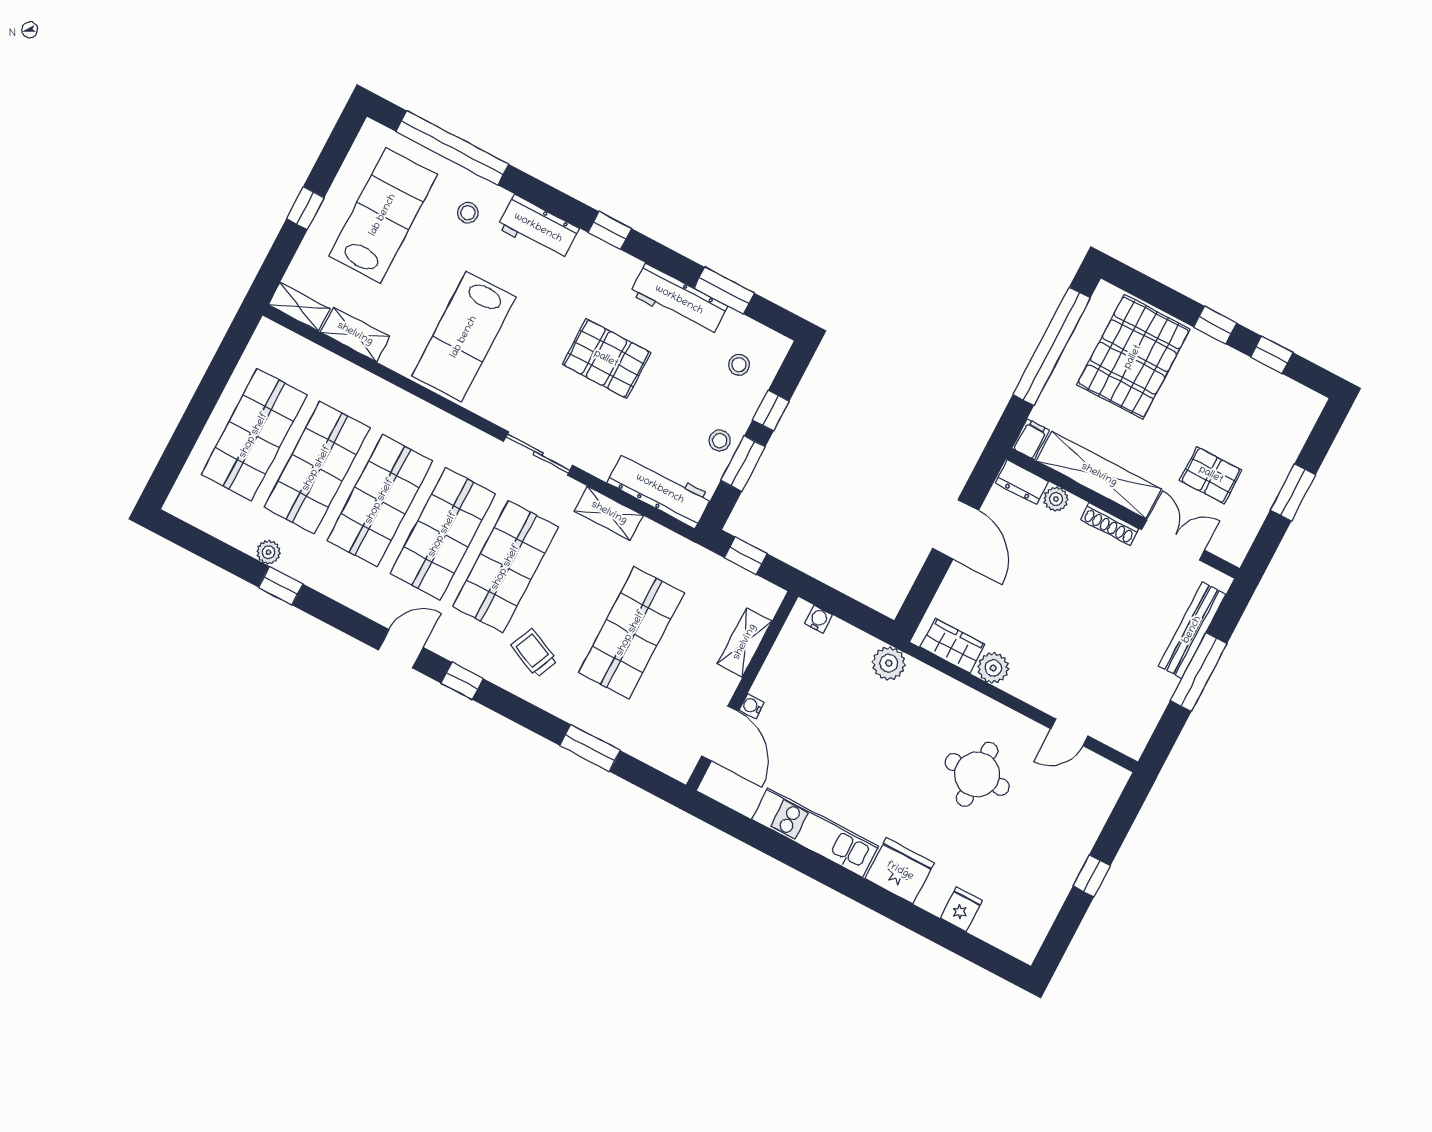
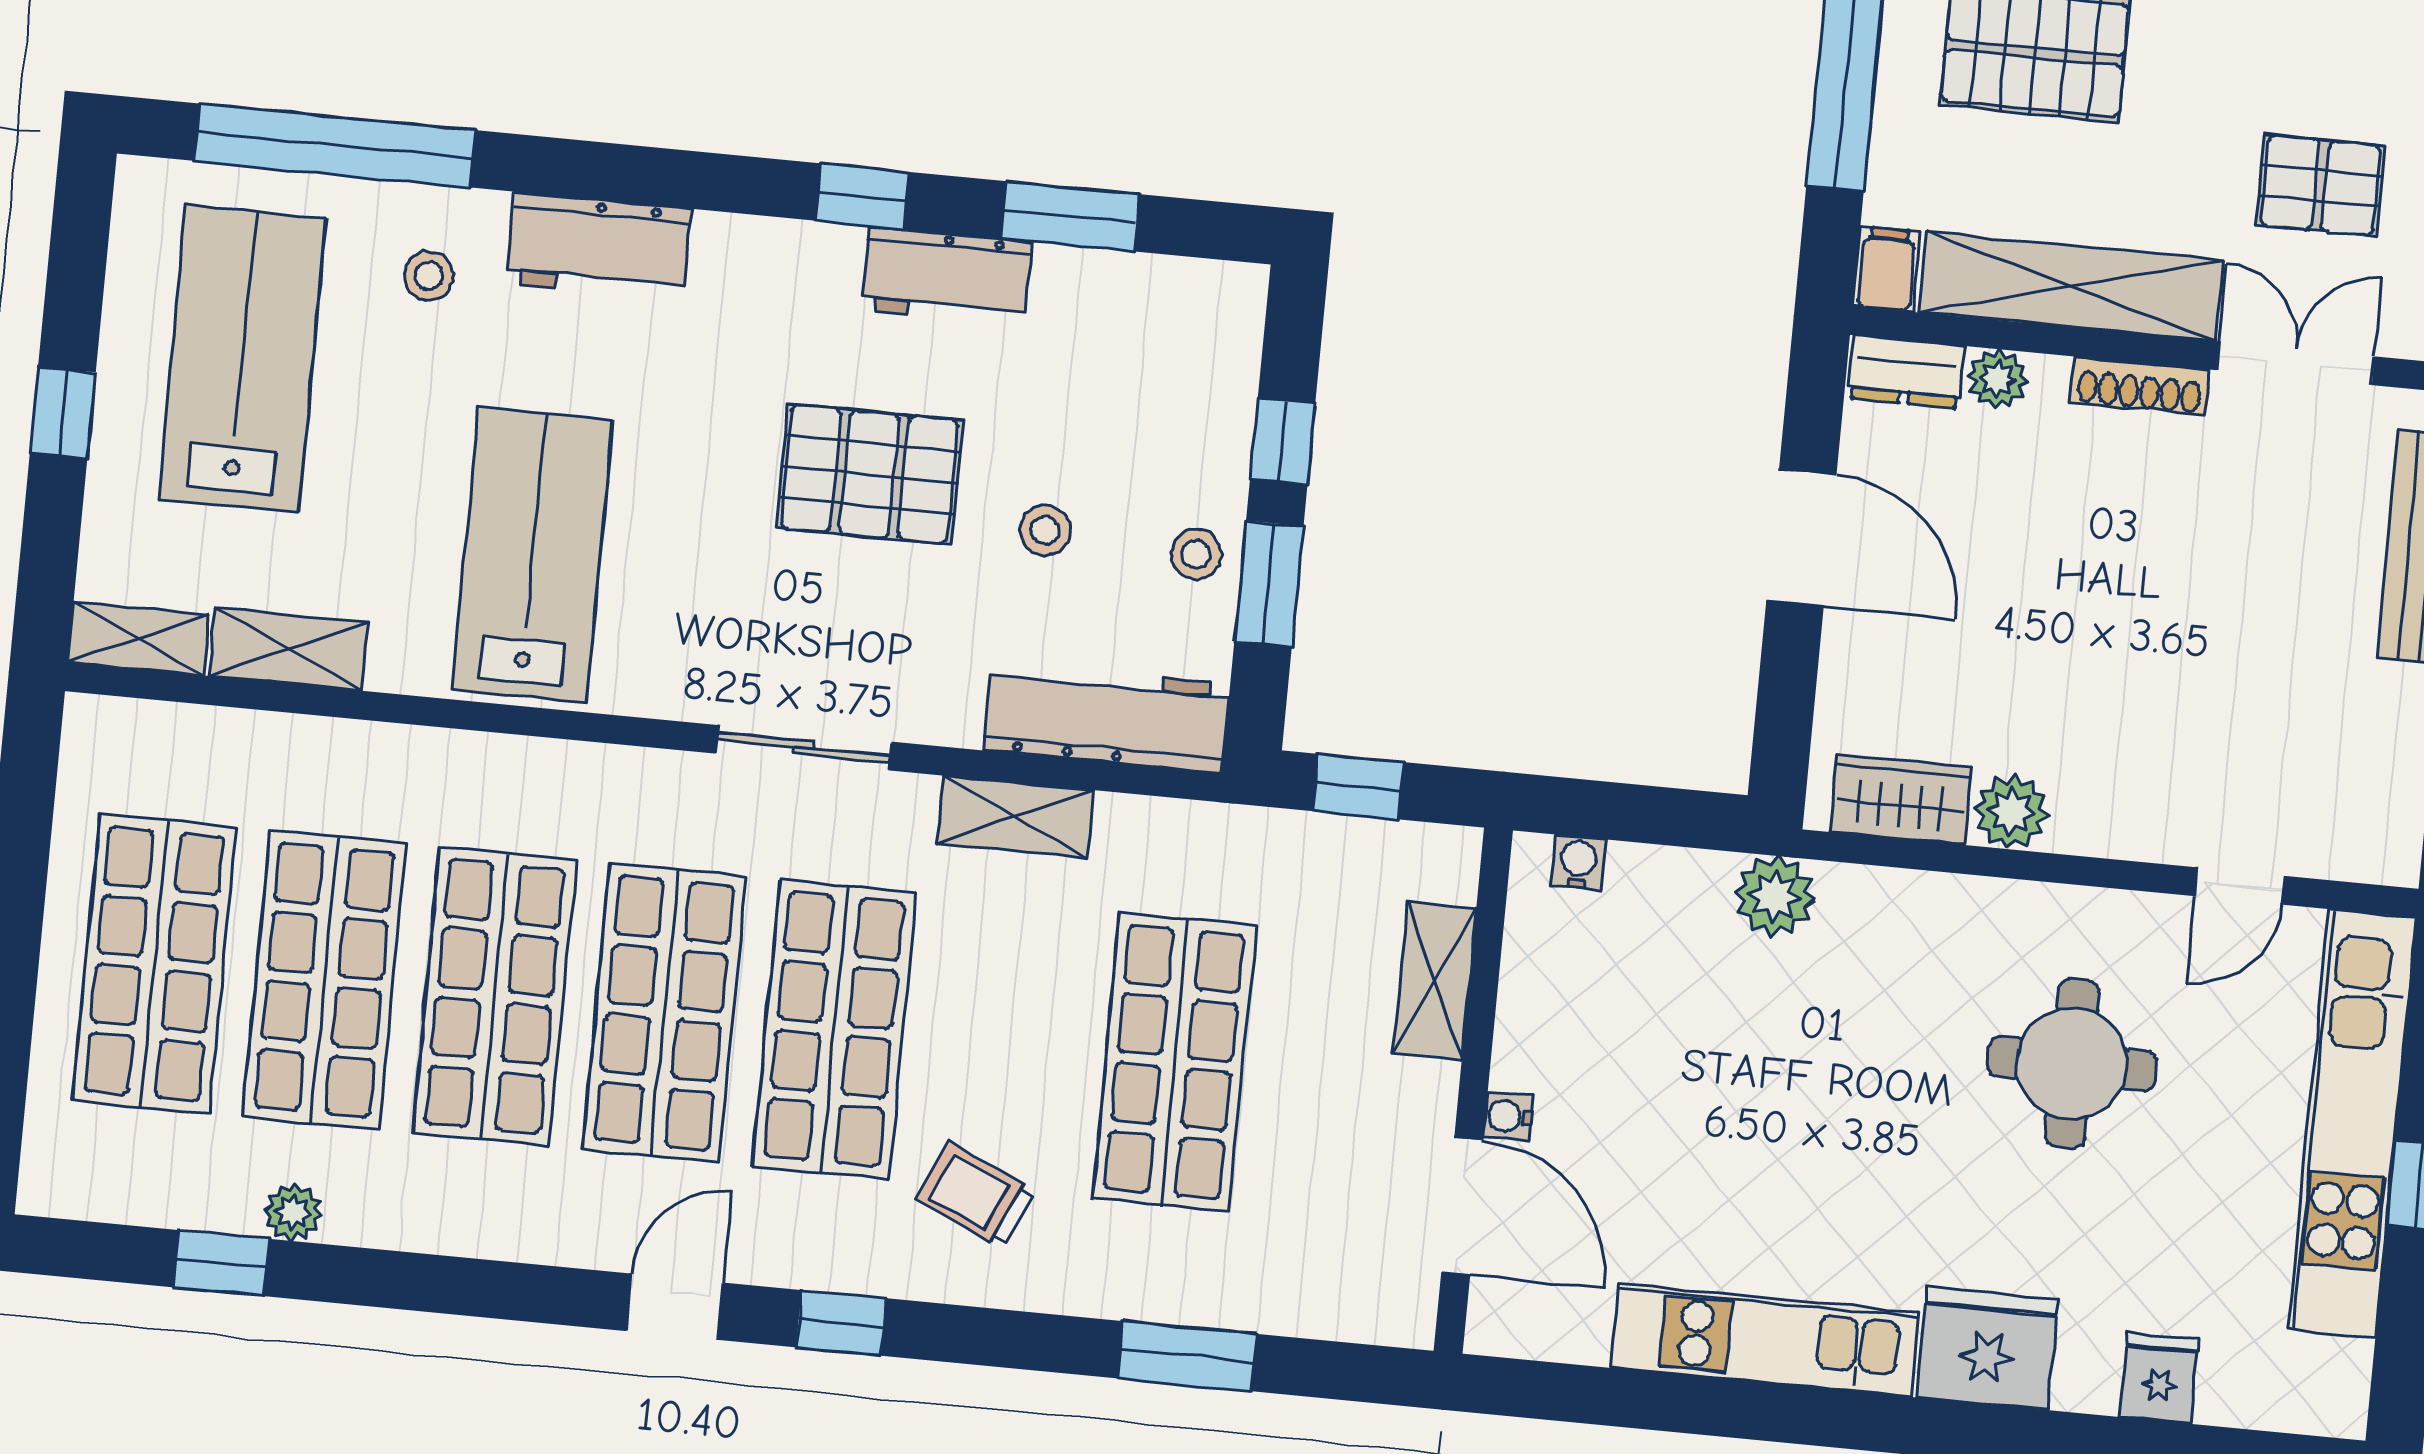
window: (610, 231) -> (862, 196), moved
workbench: (679, 300) -> (946, 276), width x0.73
lab bench: (464, 337) -> (532, 555), turned 180
stool: (739, 365) -> (1045, 530), moved
window: (281, 586) -> (221, 1263), moved
kitchen unit: (1076, 842) -> (2352, 1124), added

